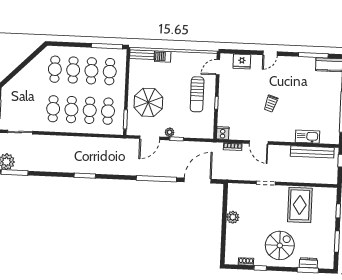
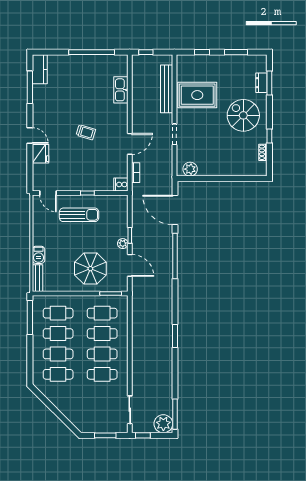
fridge: (242, 62) -> (40, 154), moved
bench: (312, 152) -> (167, 89), moved
plant: (233, 217) -> (190, 169), moved

